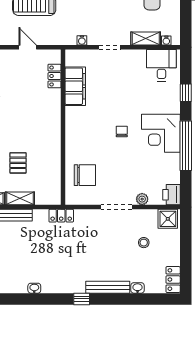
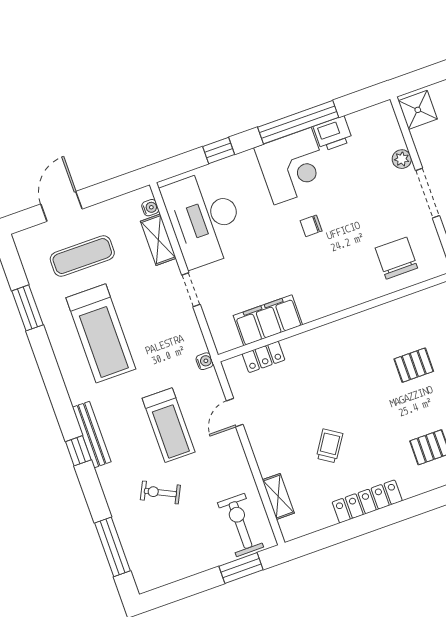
water cooler: (82, 40) -> (205, 361), moved
desk: (161, 65) -> (204, 219), width x1.87, depth x1.30
printer: (172, 195) -> (333, 134), moved

